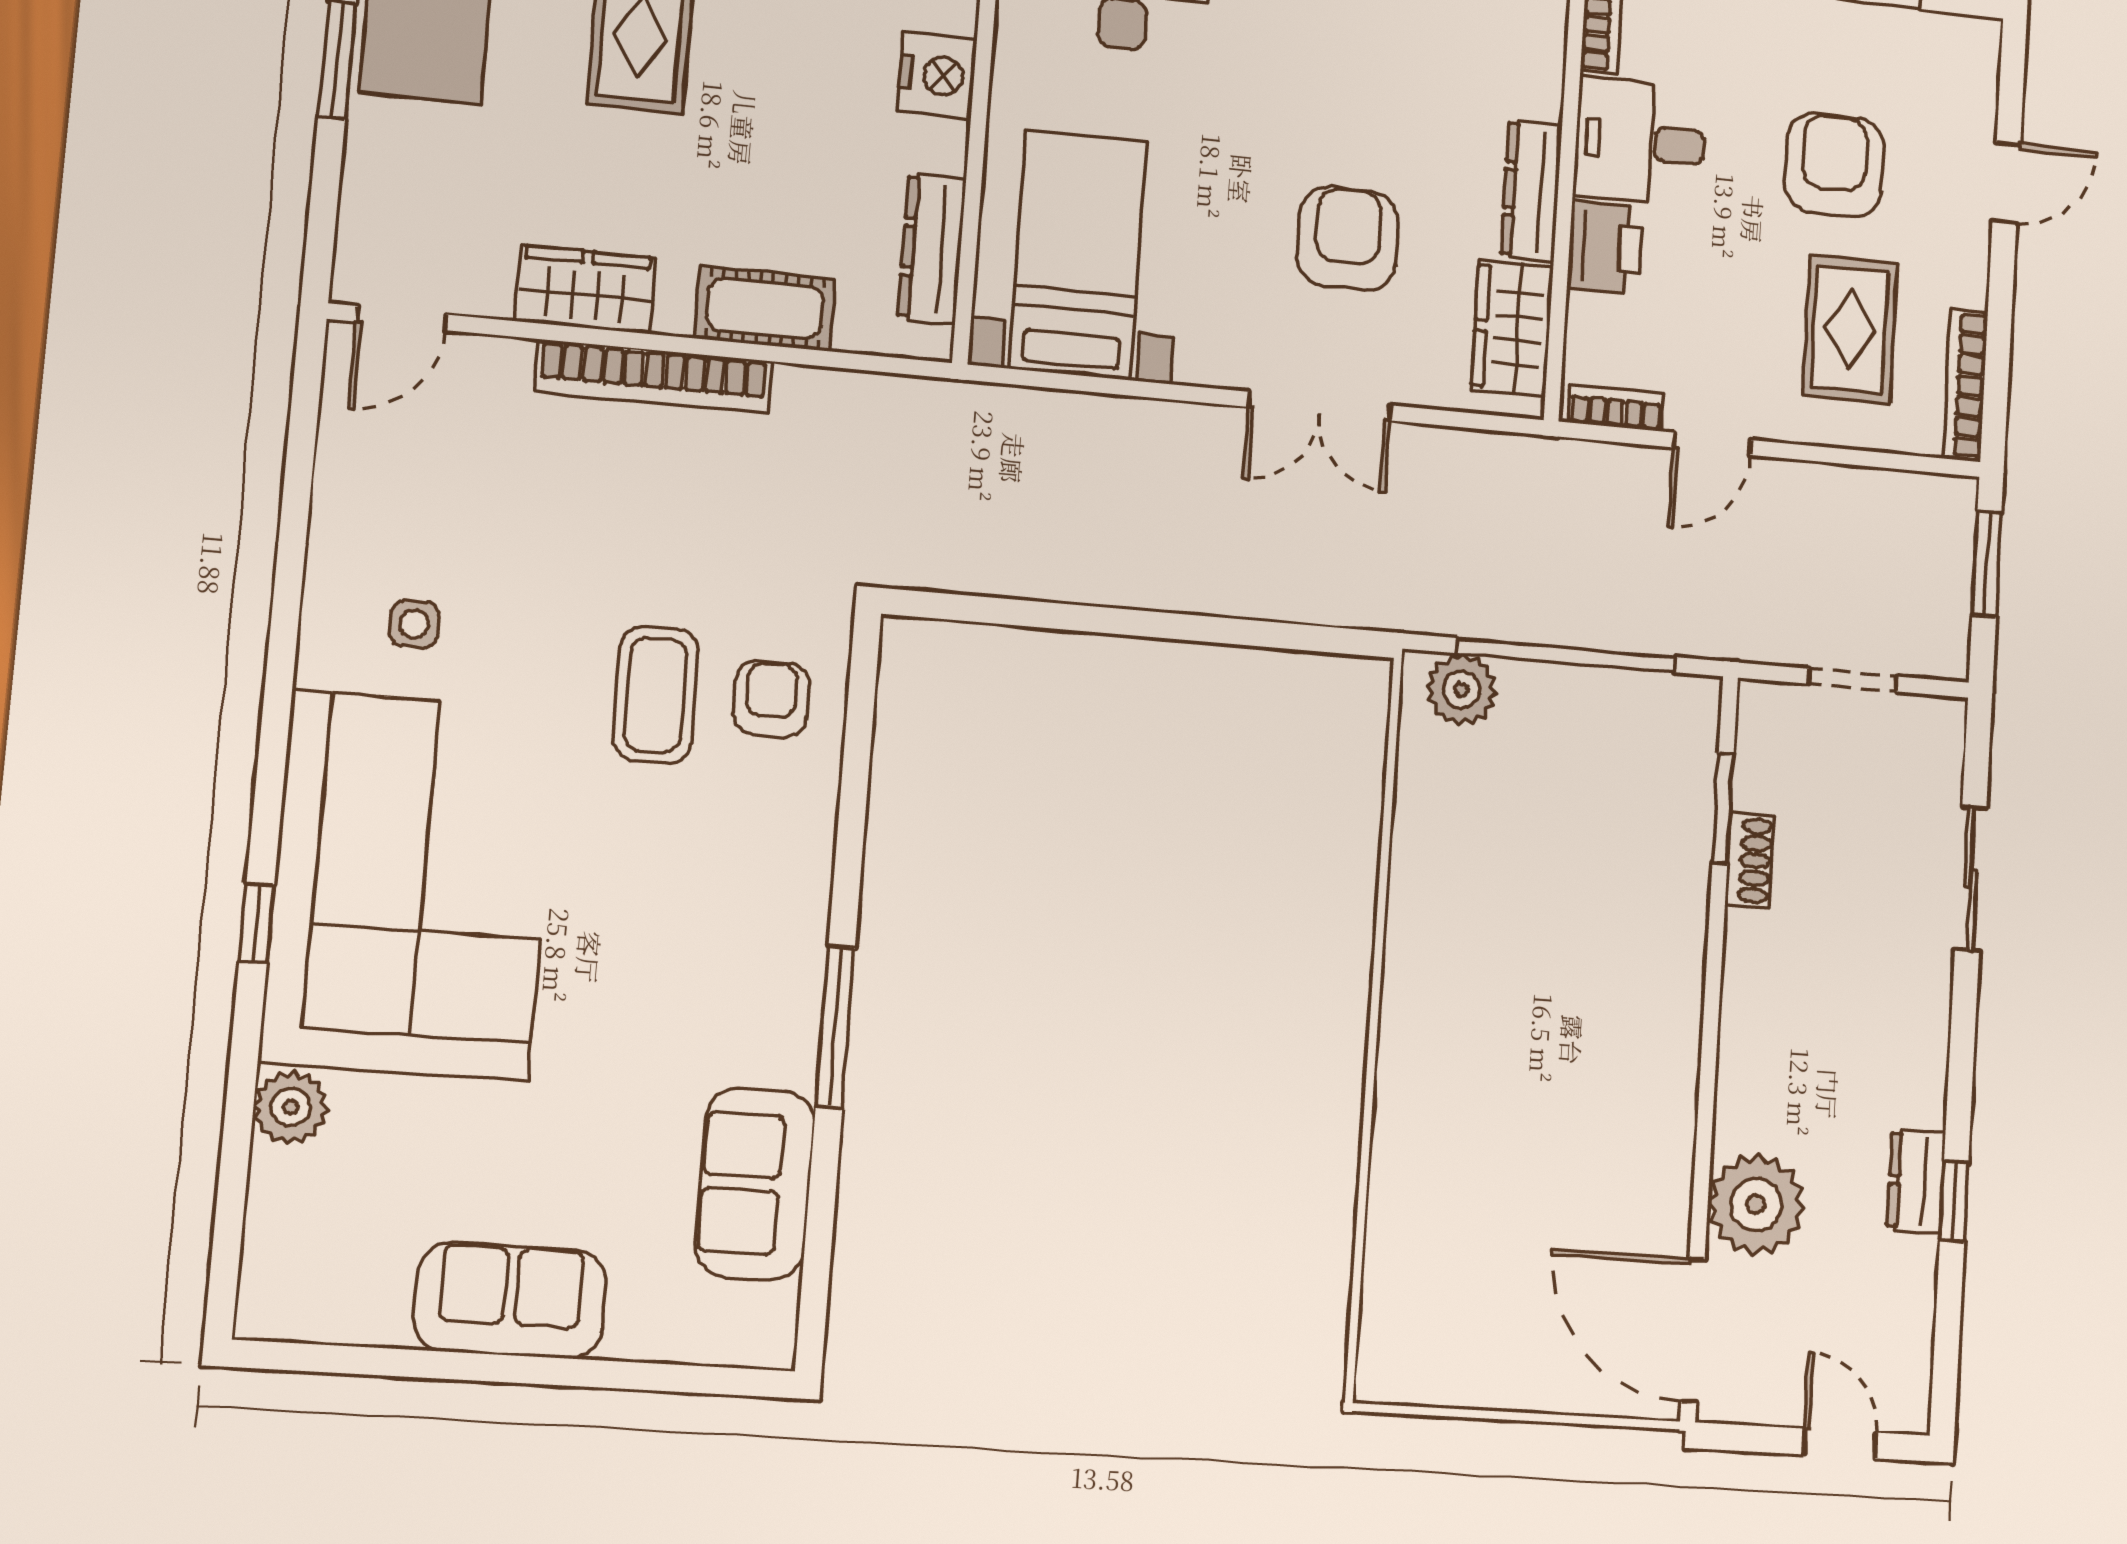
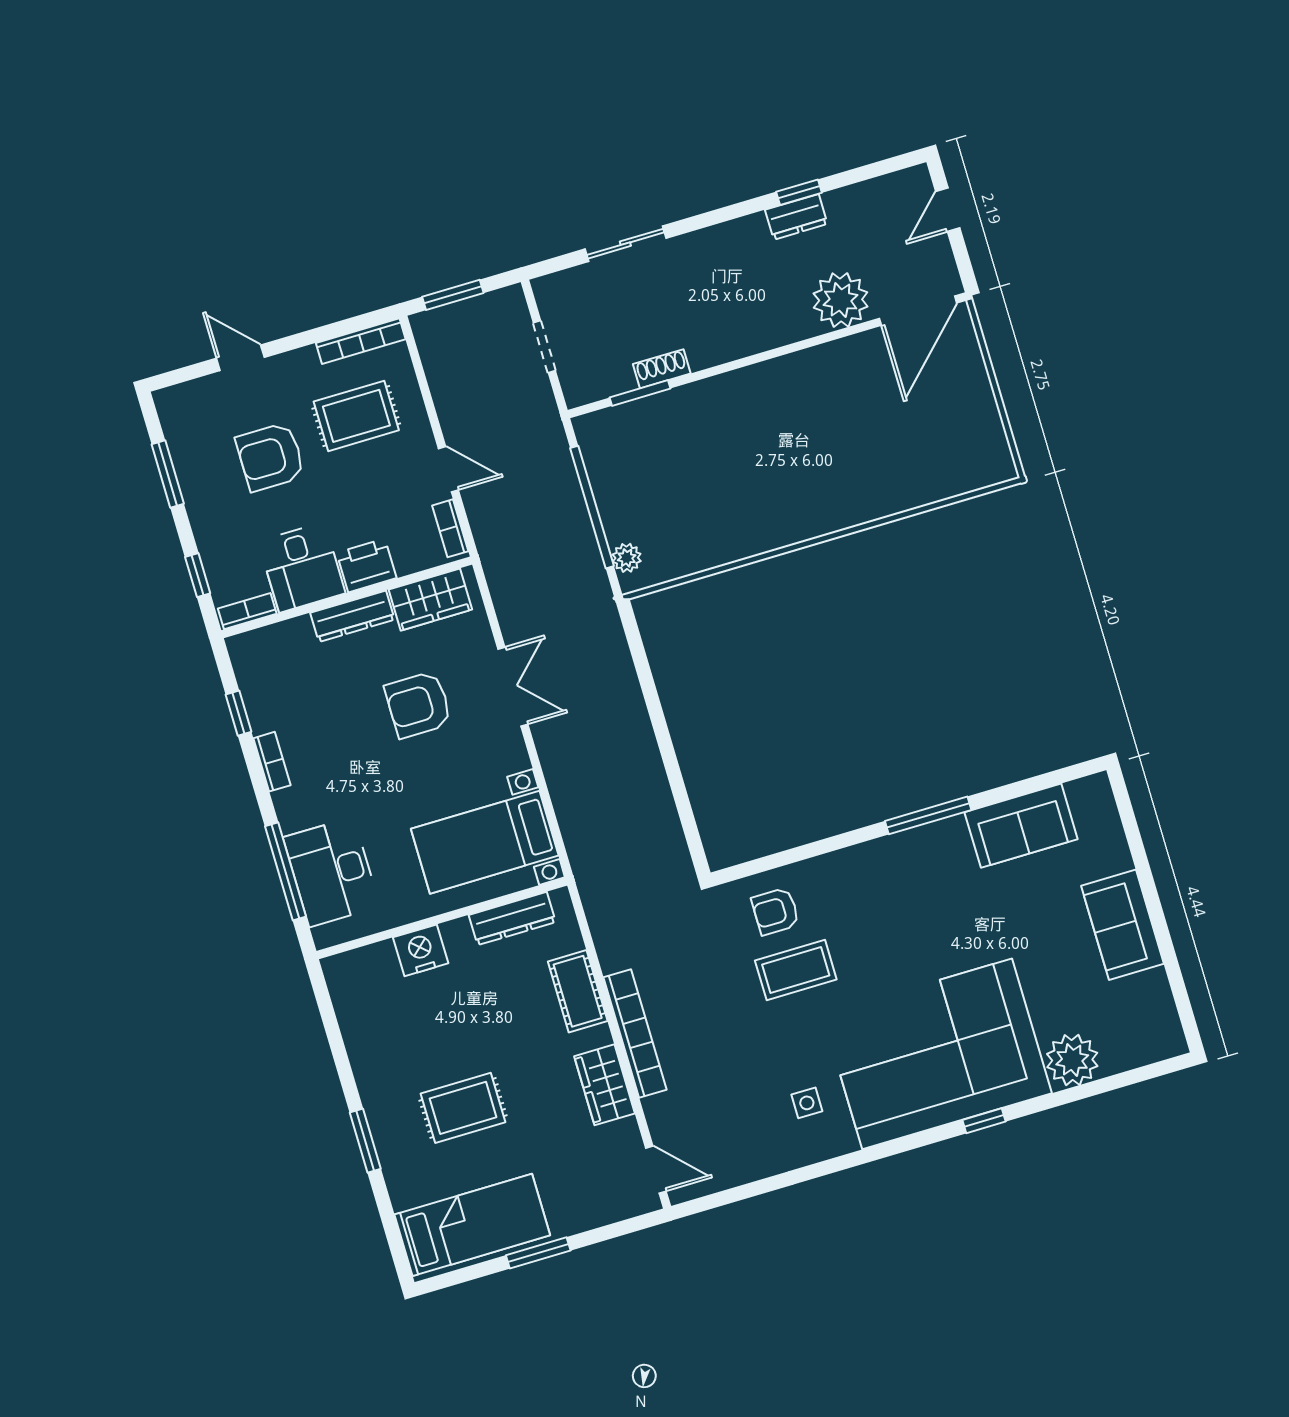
plant: (1462, 690) -> (627, 558), width x0.73, depth x0.73
plant: (291, 1107) -> (1072, 1060), width x1.36, depth x1.36

